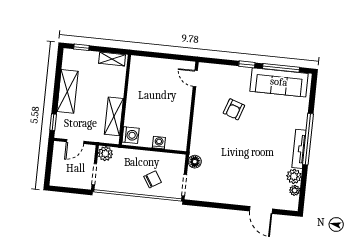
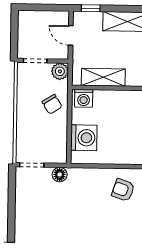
armchair: (234, 109) -> (123, 190), moved
washing machine: (159, 143) -> (84, 138), width x1.89, depth x1.89
chair: (153, 179) -> (52, 104), moved

